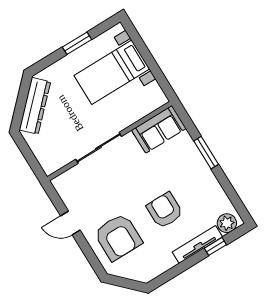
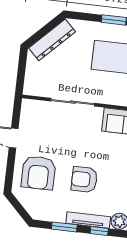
armchair: (165, 210) -> (84, 179), turned -90
window: (180, 268) -> (64, 227), added

